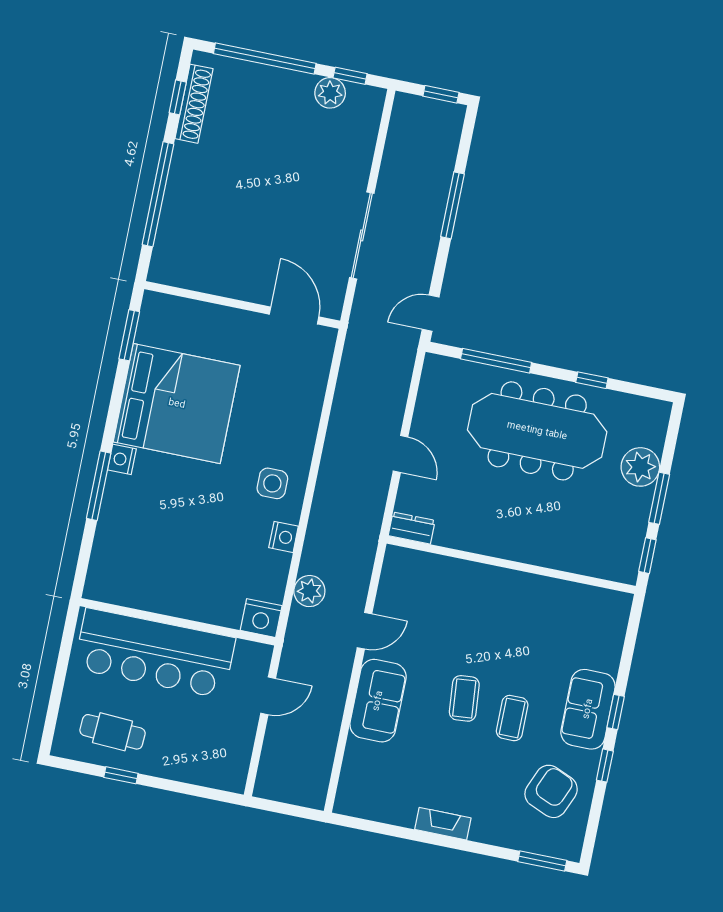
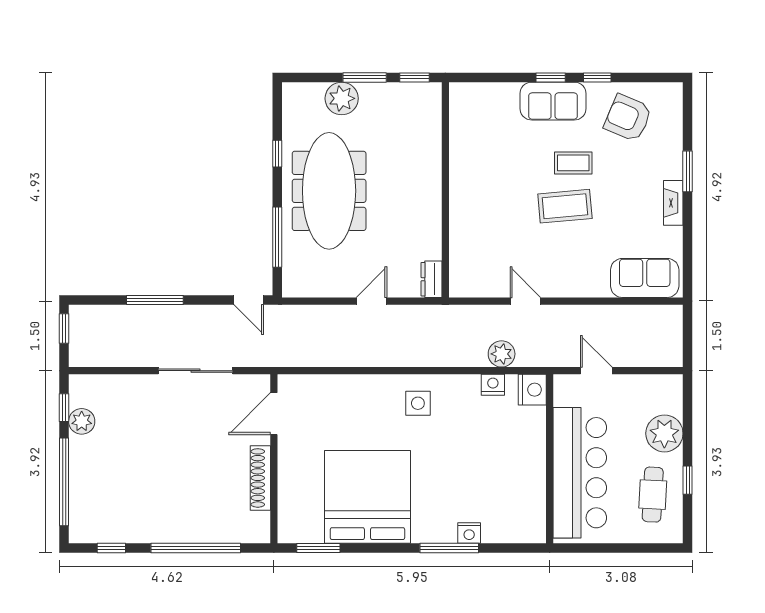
shoe rack: (194, 104) -> (260, 478), moved, turned -90
nightstand: (122, 459) -> (469, 533), moved
nightstand: (284, 537) -> (493, 385), moved
coffee table: (464, 698) -> (565, 206), width x1.36, depth x1.30
sofa: (378, 701) -> (645, 278), moved
plant: (180, 760) -> (664, 433), added
window: (542, 861) -> (688, 171), moved

